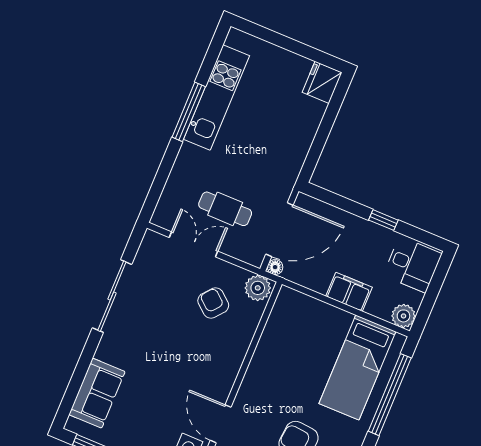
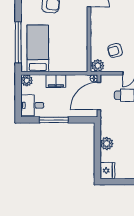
plant: (302, 134) -> (107, 144), added
window: (383, 220) -> (54, 120), width x2.17
armchair: (213, 303) -> (115, 50), turned 124

